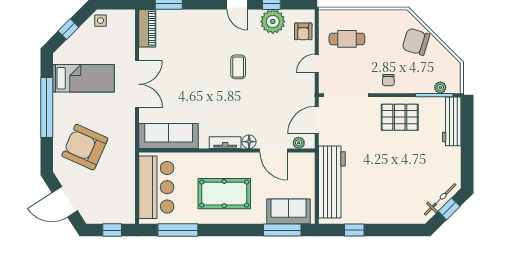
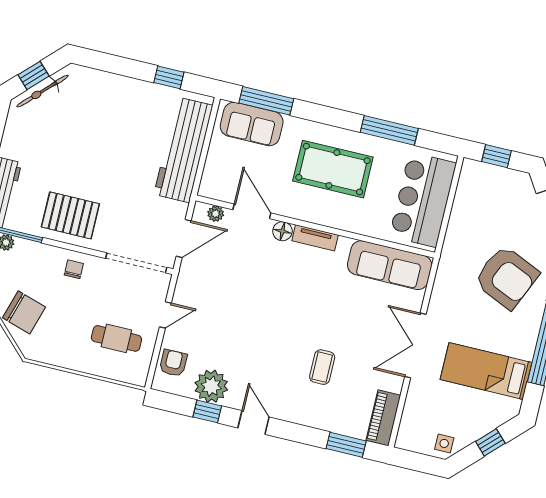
coffee table: (238, 67) -> (322, 367), moved
window: (178, 230) -> (389, 130), moved

